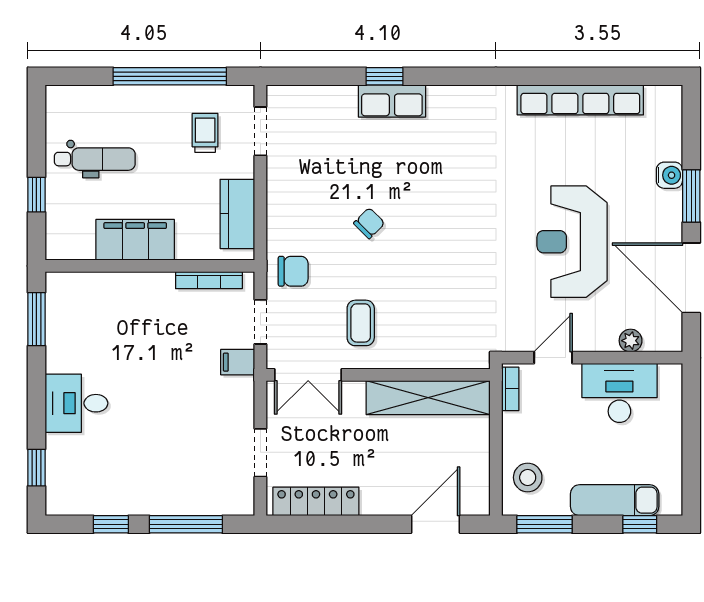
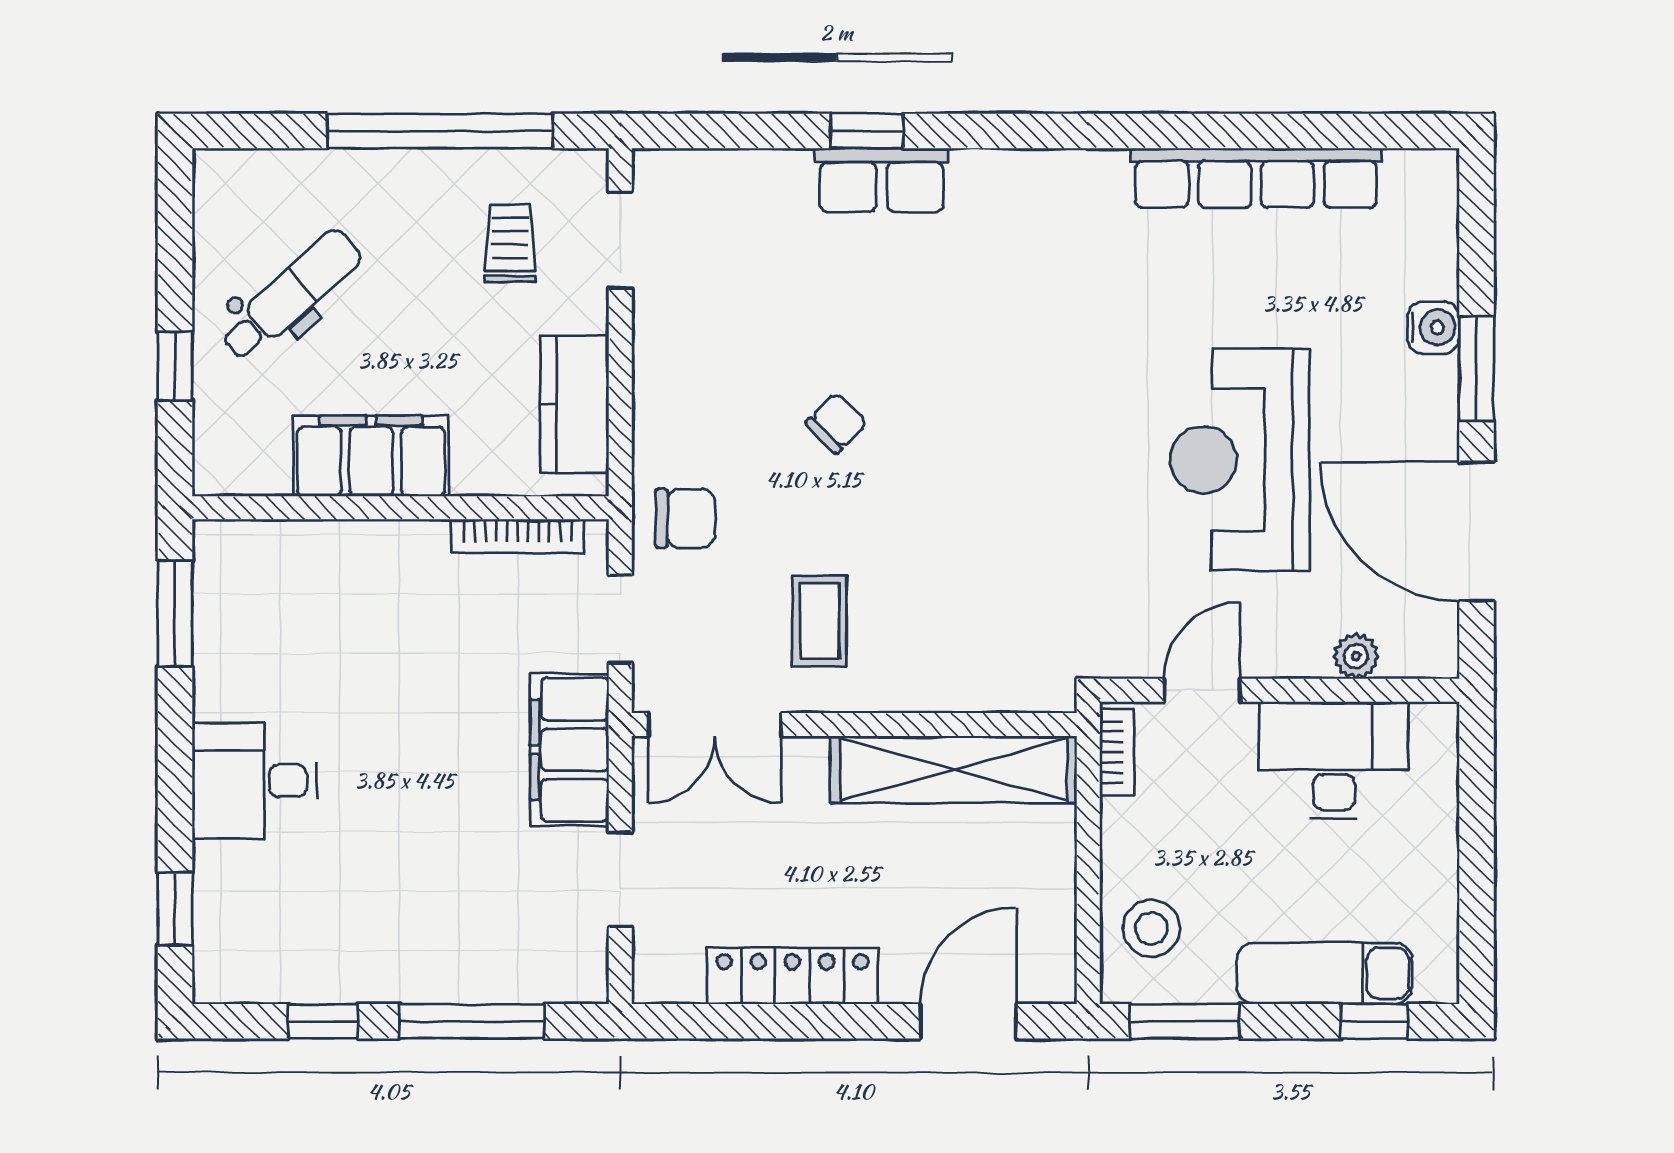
dental chair: (95, 159) -> (291, 295), turned -42
filing cabinet: (238, 362) -> (569, 750), width x3.00, depth x1.17
locker: (316, 501) -> (792, 976), moved

